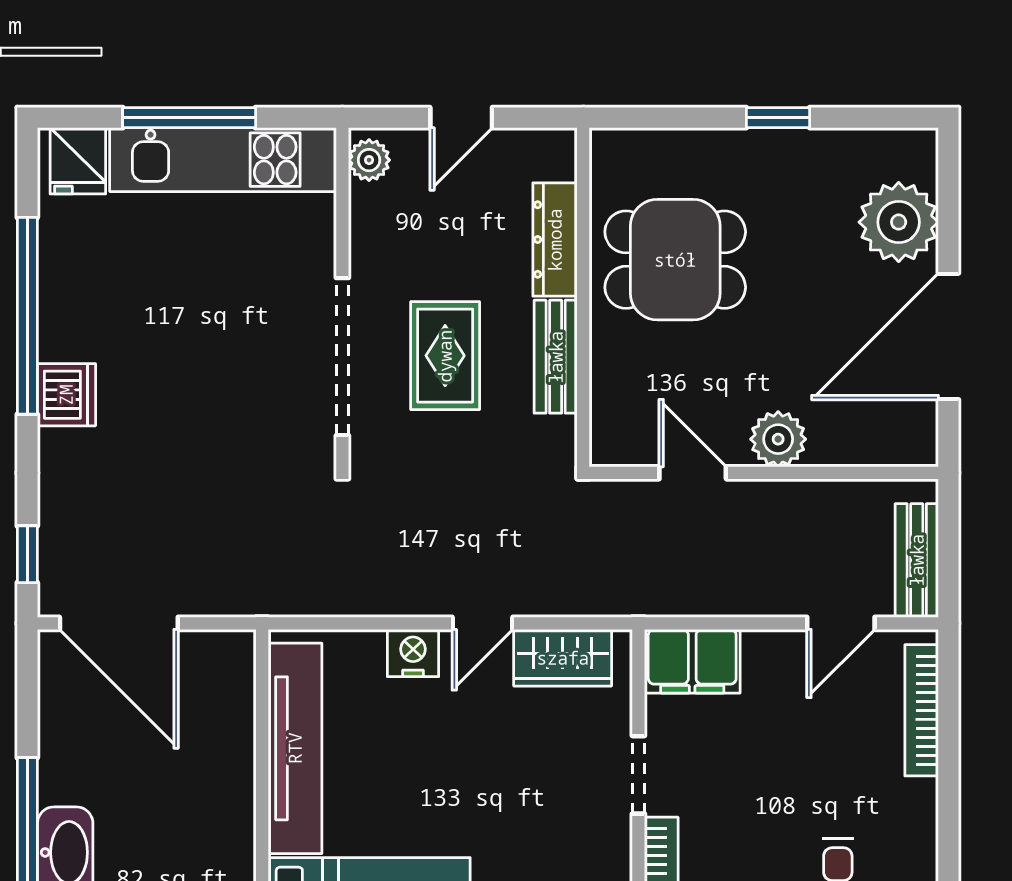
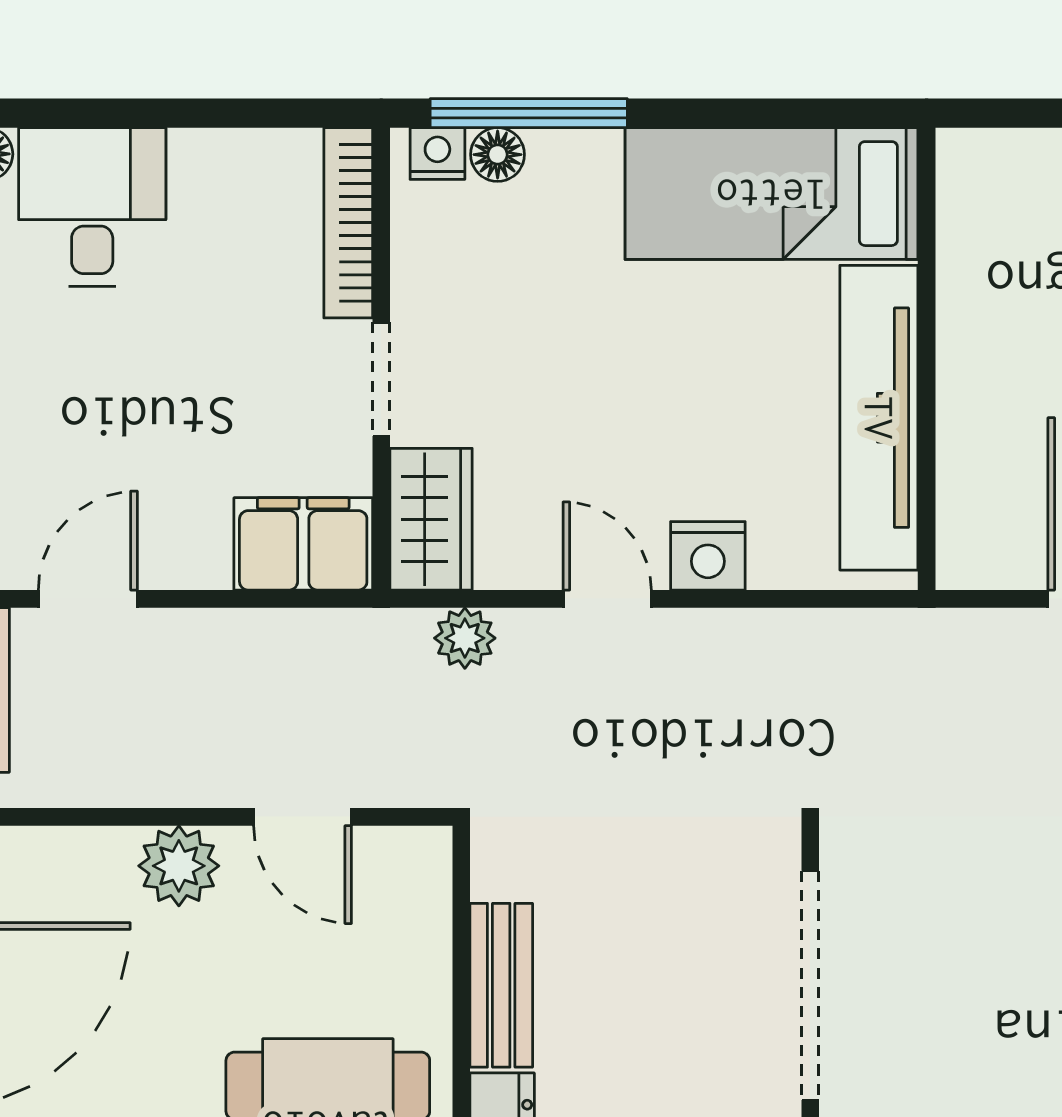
rug: (445, 356) -> (661, 987), removed
plant: (581, 596) -> (465, 638), added
door: (482, 623) -> (607, 599), hinge flipped
wardrobe: (563, 658) -> (431, 519), moved, turned 90

